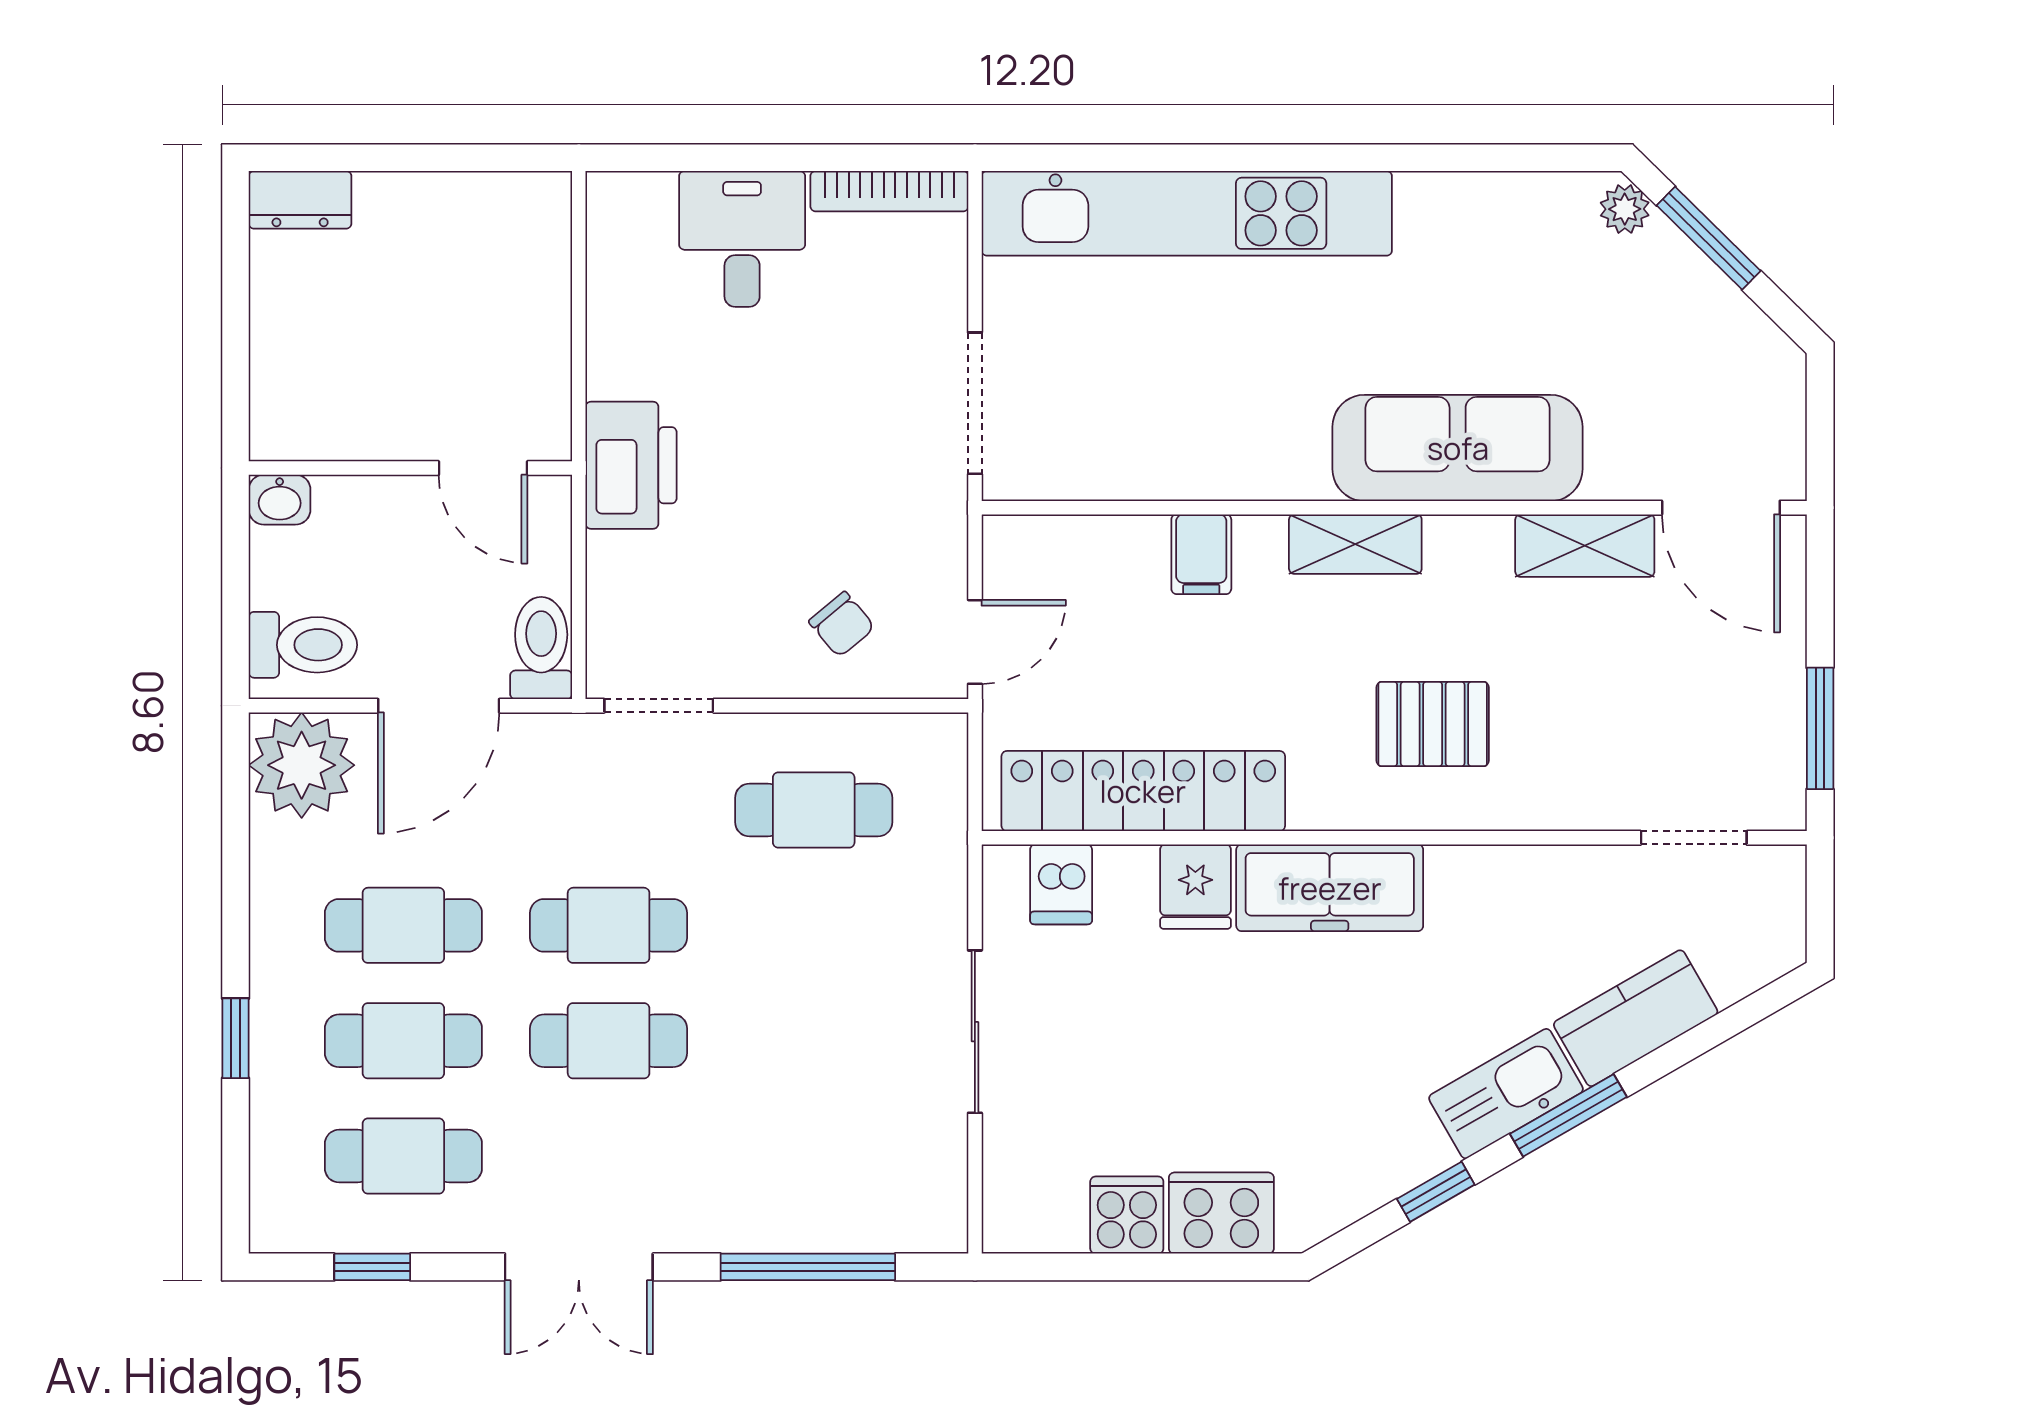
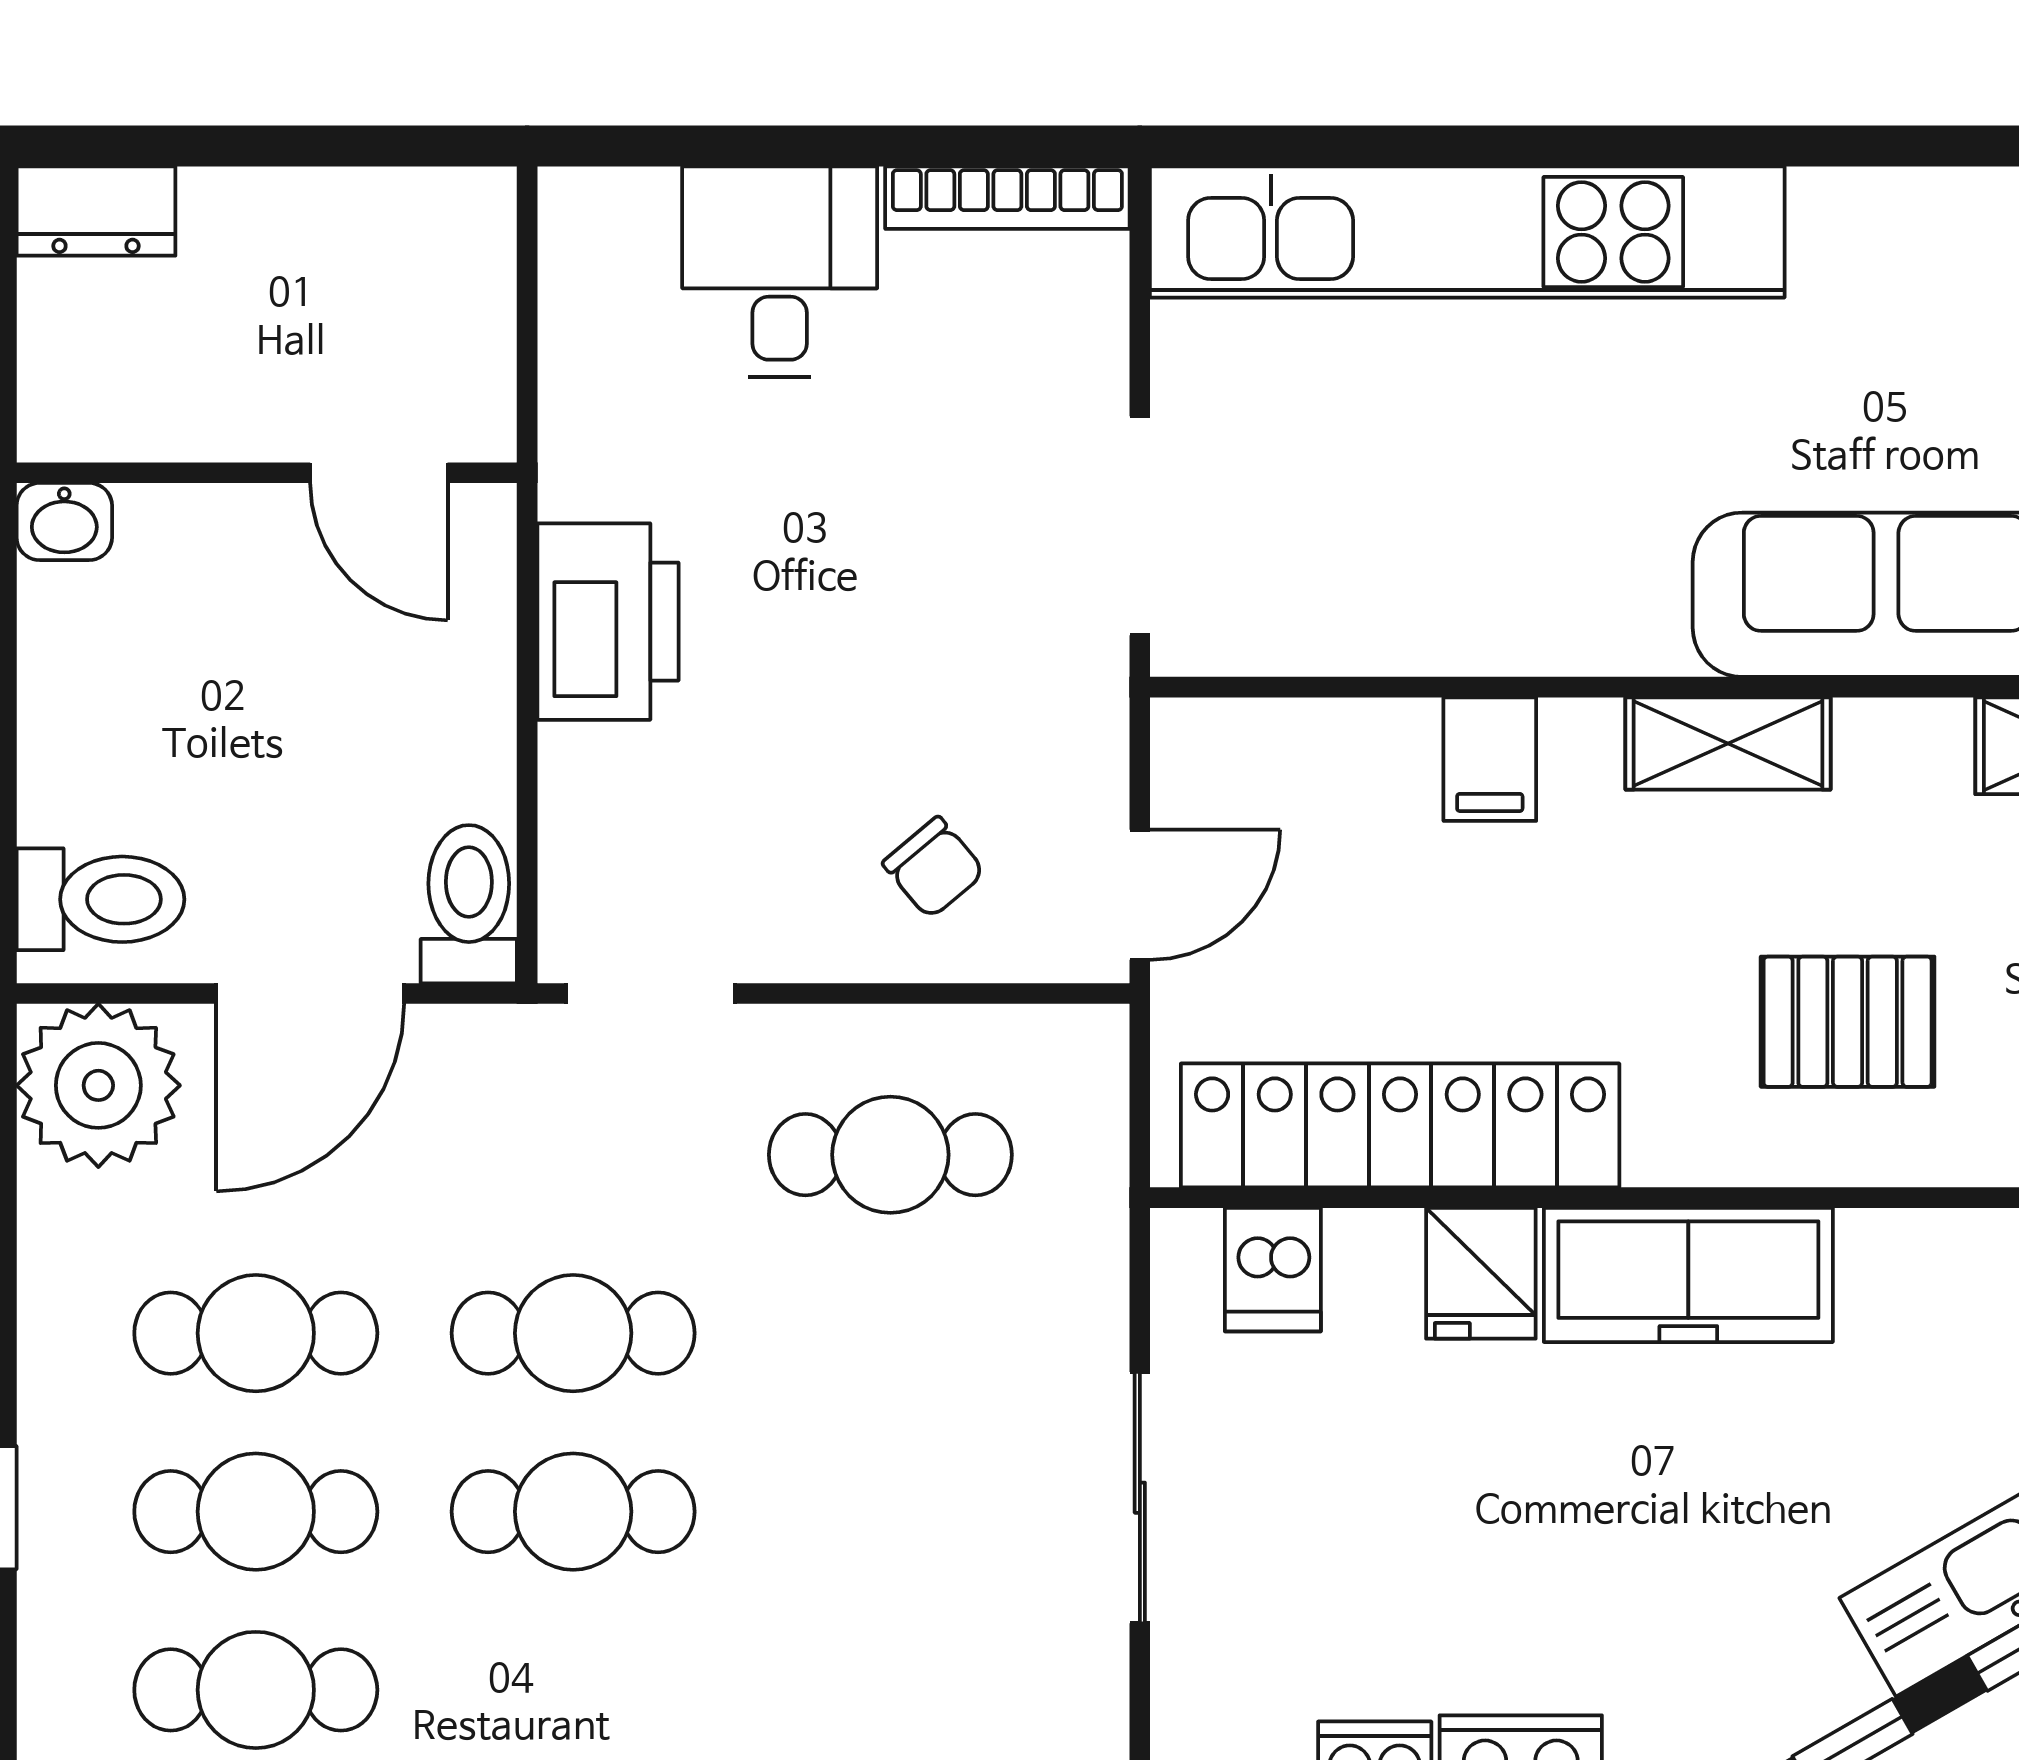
wall: (410, 468) -> (267, 473), moved
door: (483, 468) -> (379, 473), moved
washbasin: (280, 500) -> (64, 522), moved

